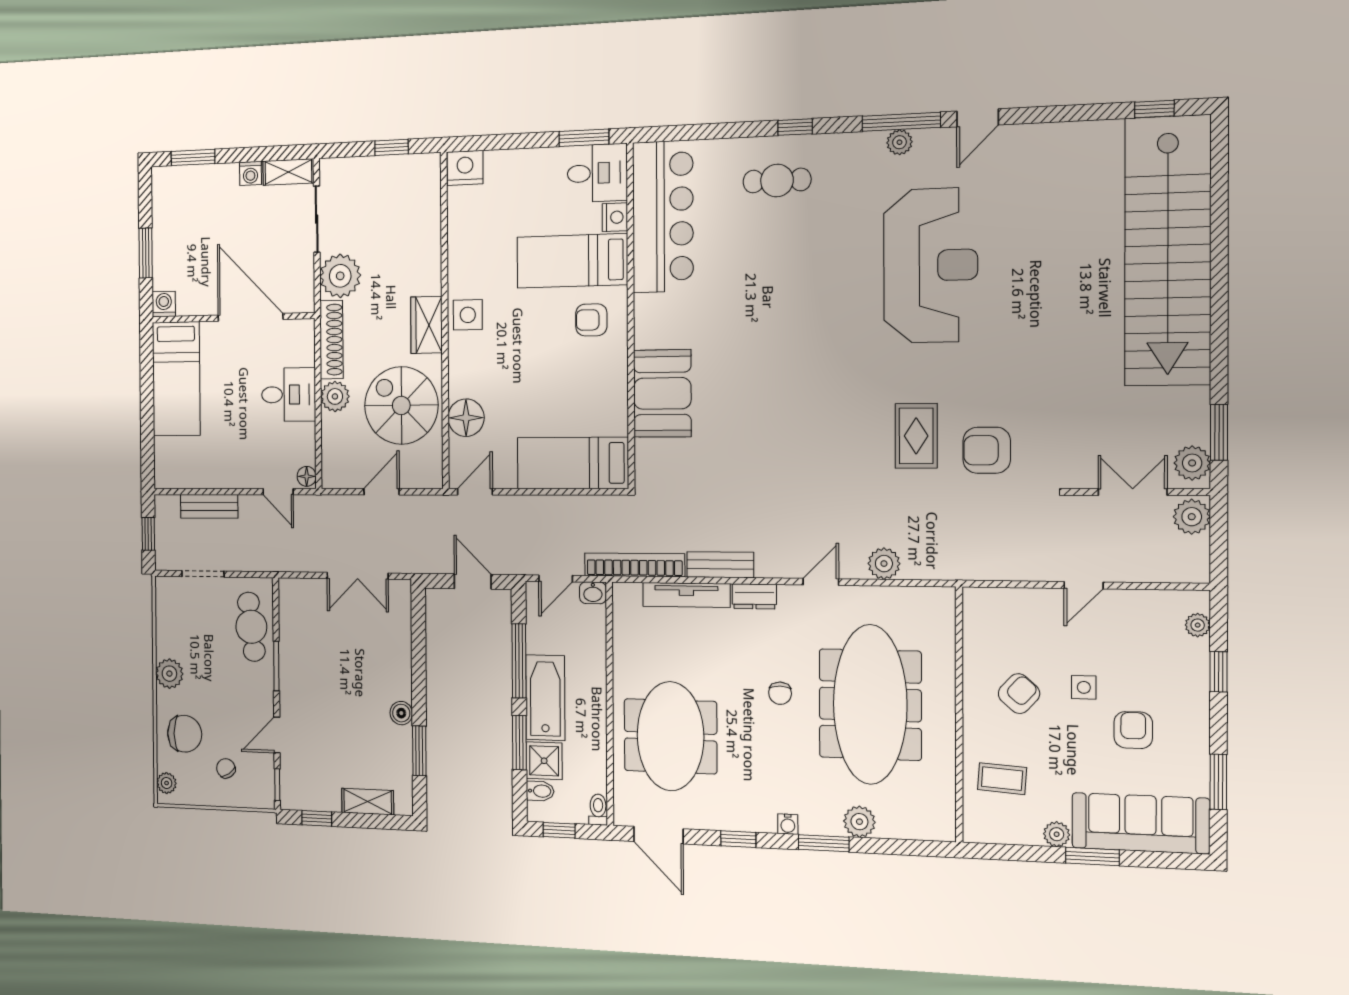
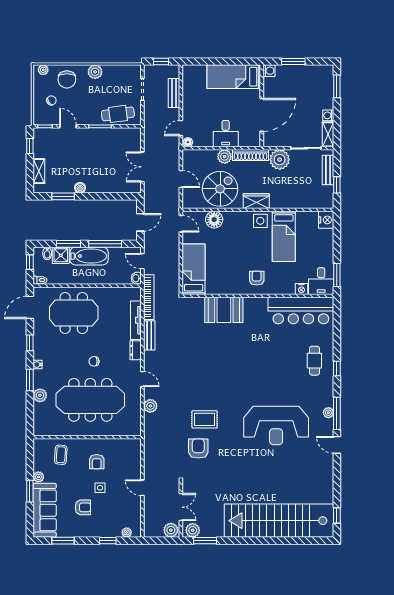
bench: (361, 169) -> (328, 170), added
bed: (572, 261) -> (284, 236), moved, turned 180
armchair: (1019, 694) -> (97, 462), turned 48

